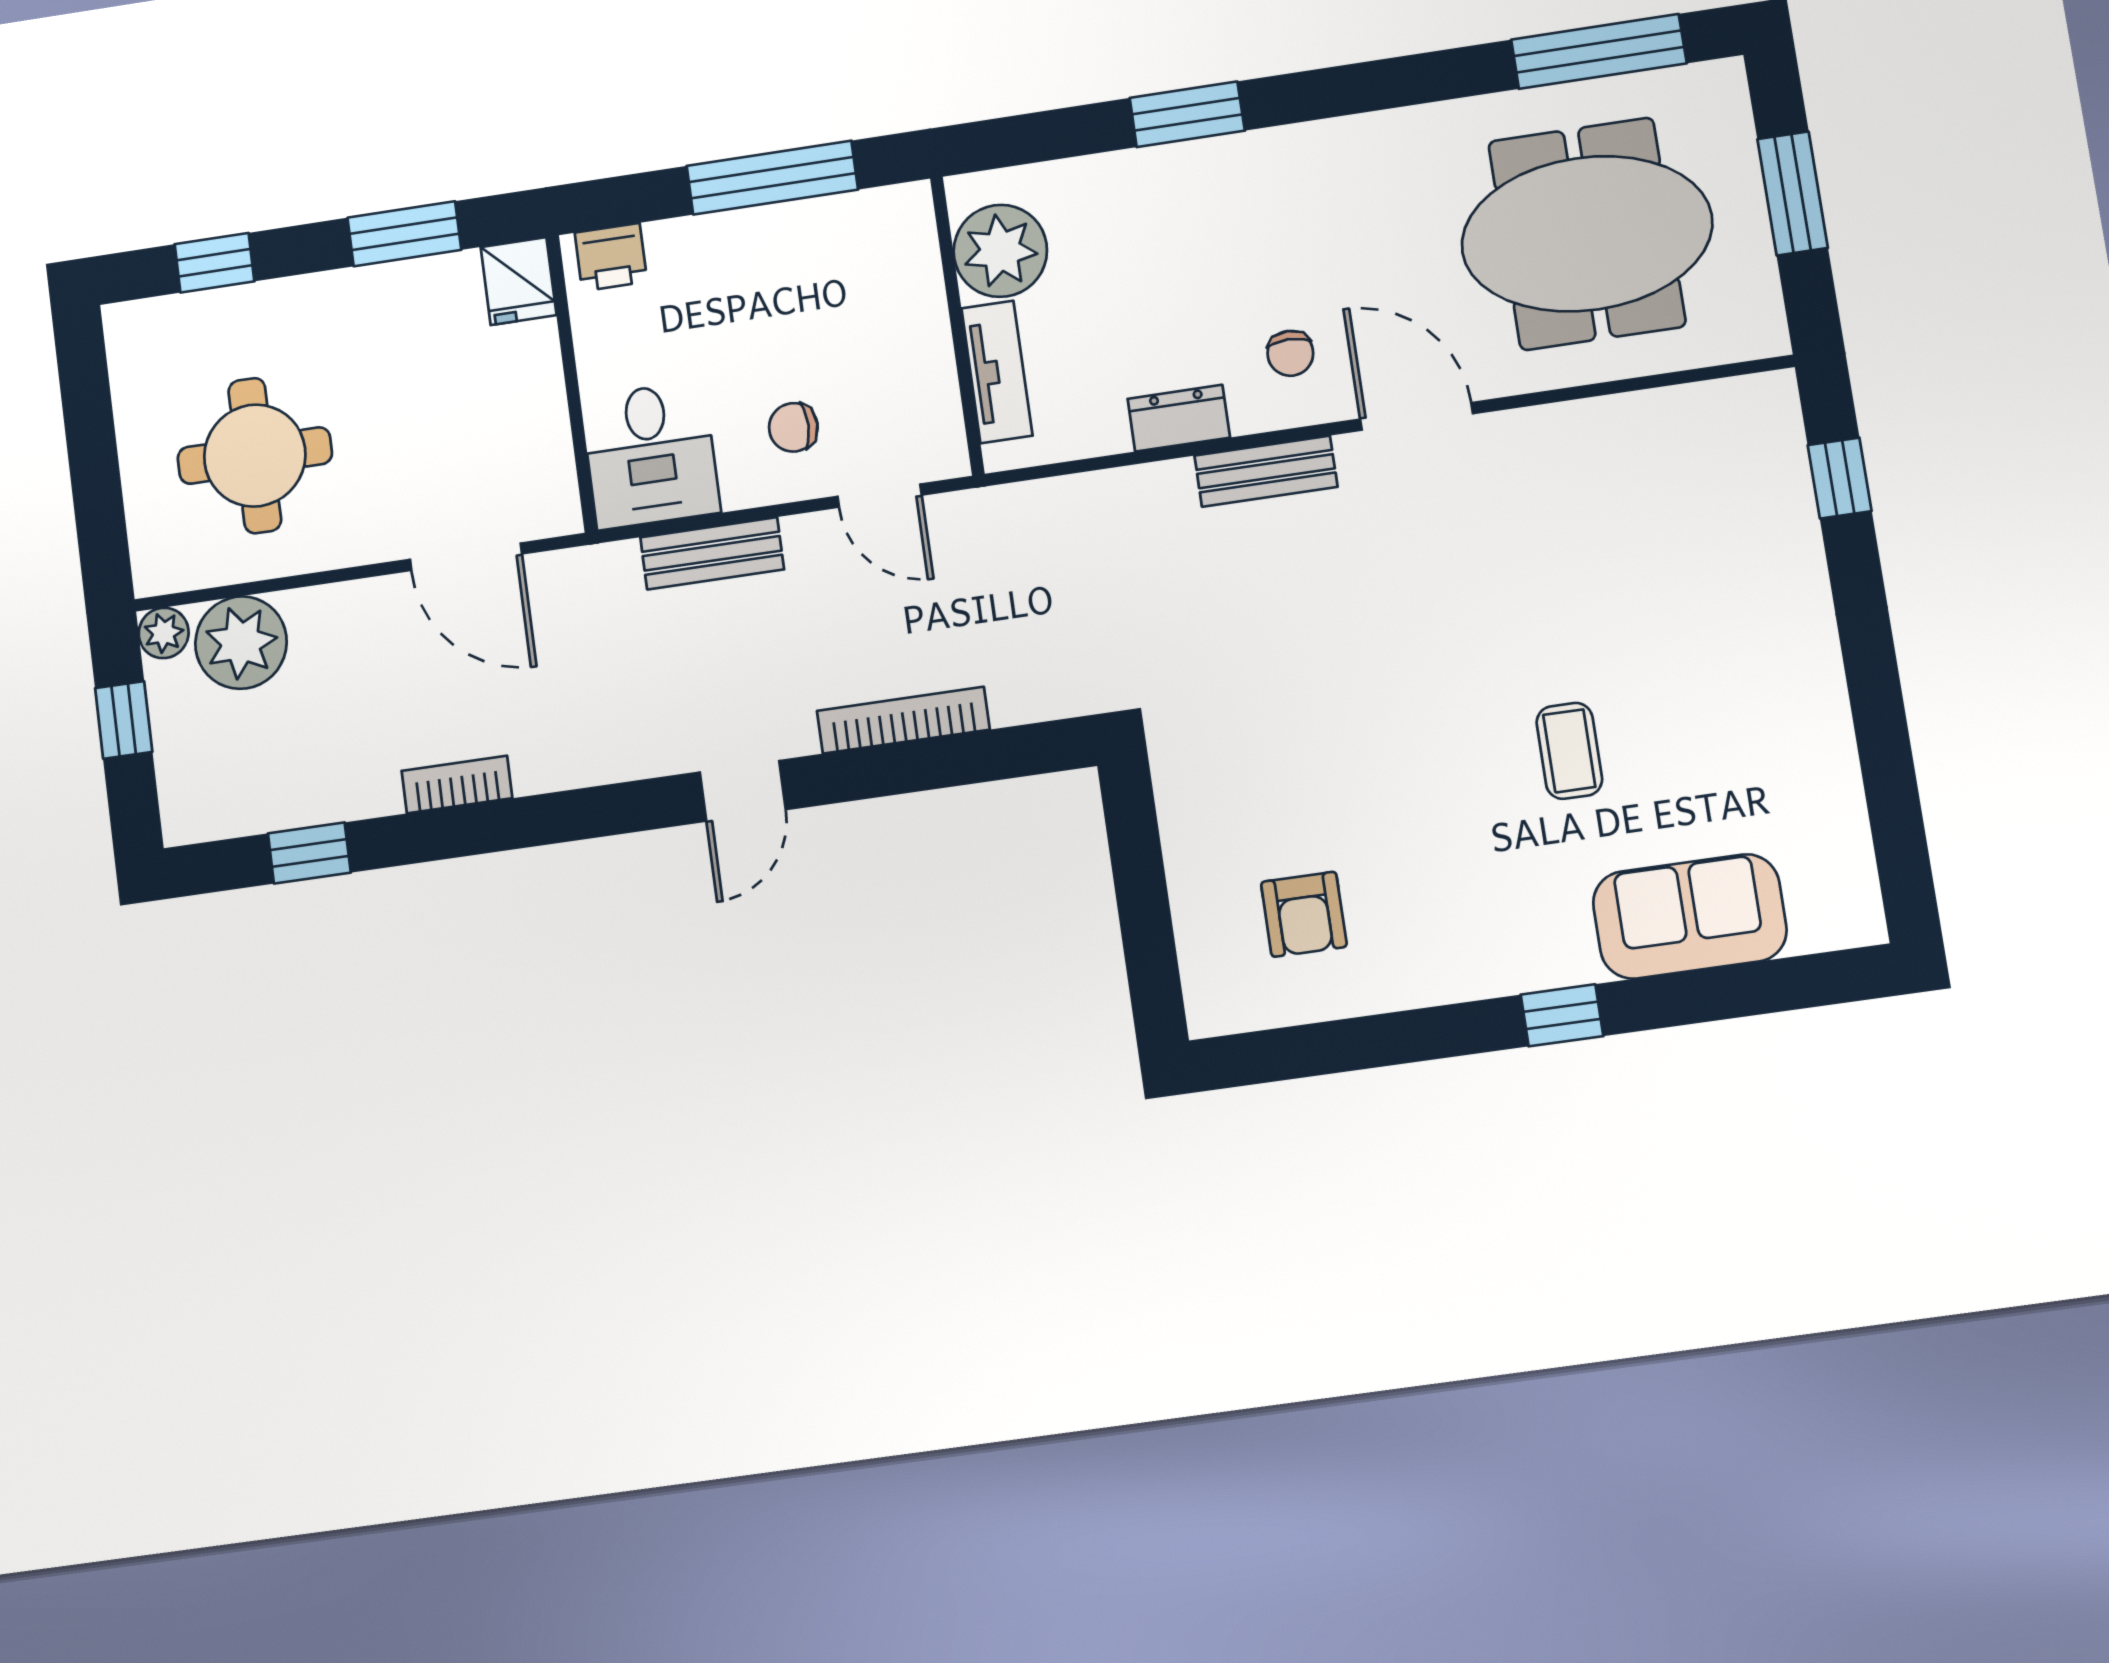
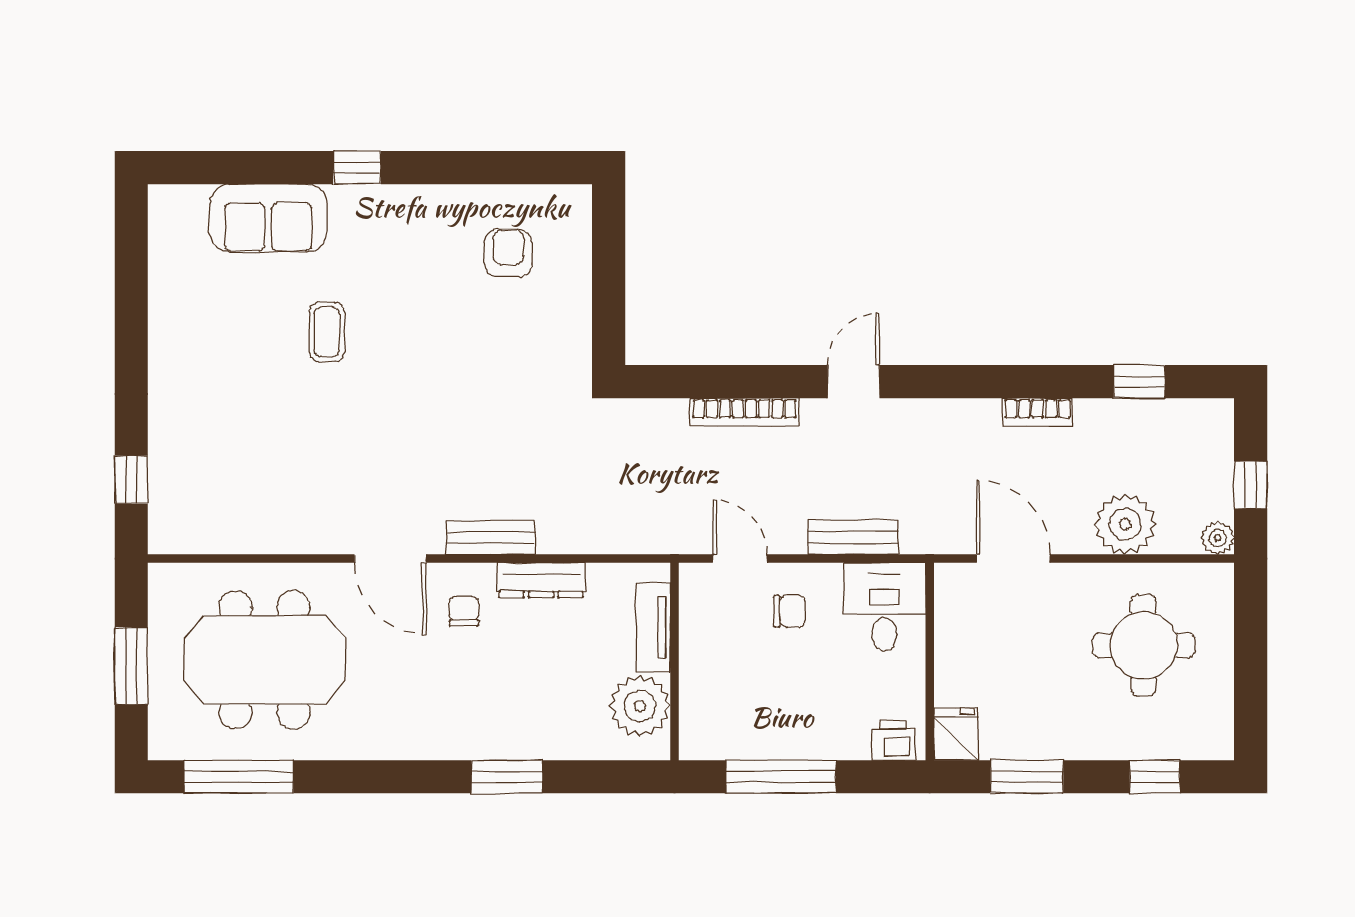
dresser: (1179, 418) -> (541, 580), width x1.44
plant: (241, 643) -> (1125, 524), moved

